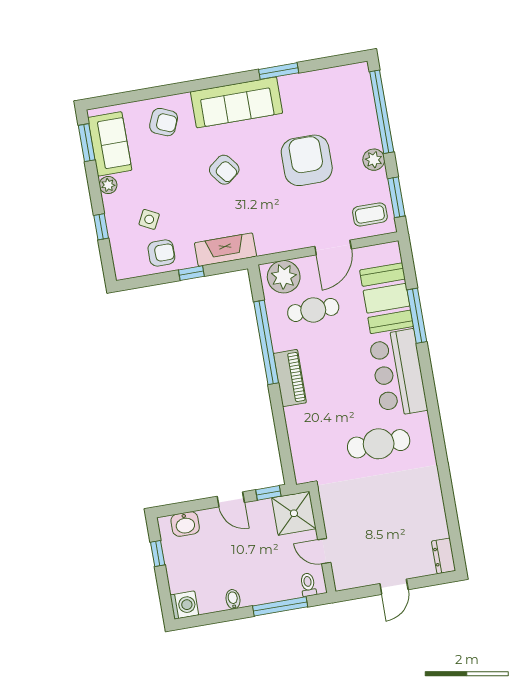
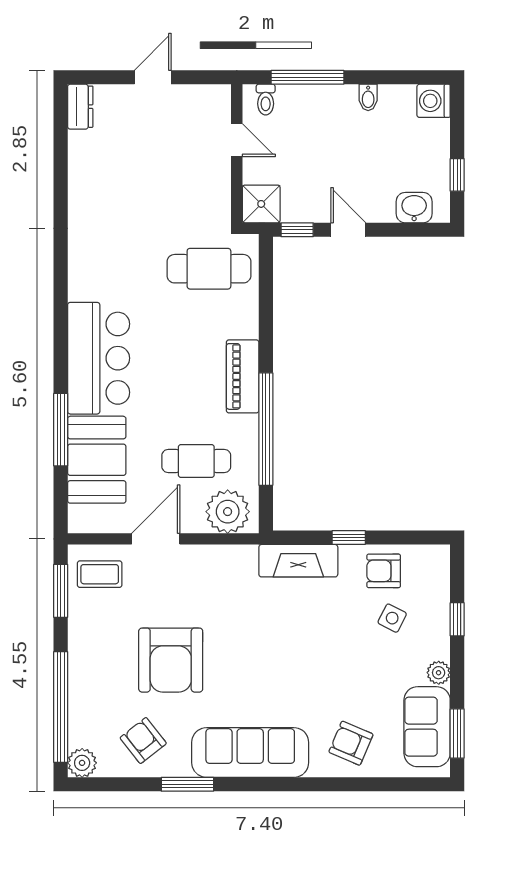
plant: (374, 160) -> (82, 763), moved
armchair: (224, 170) -> (143, 741), moved
cafe table: (379, 444) -> (209, 269), moved
shower: (294, 513) -> (261, 204), width x0.73, depth x0.73

